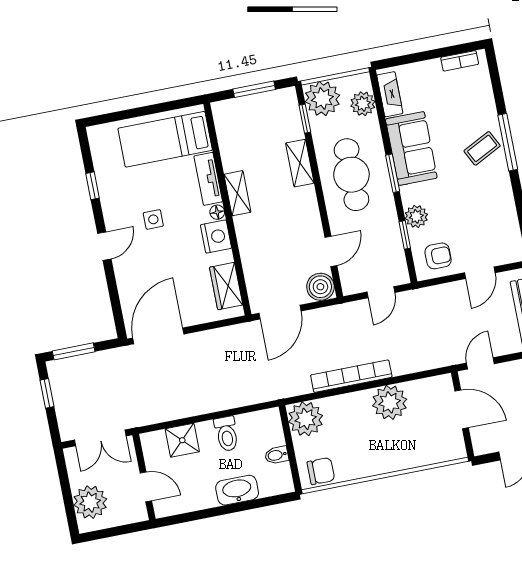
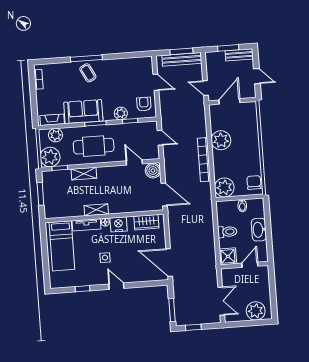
wall: (144, 477) -> (244, 265), moved
door: (146, 487) -> (250, 265), moved

